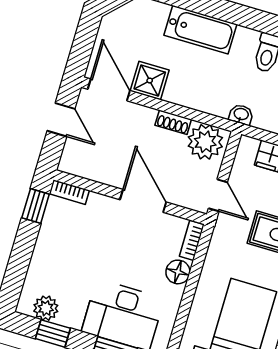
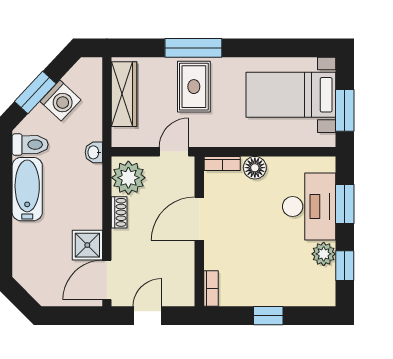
bathtub: (200, 30) -> (27, 189), moved
window: (36, 206) -> (268, 316), moved
plant: (46, 308) -> (324, 254), moved

